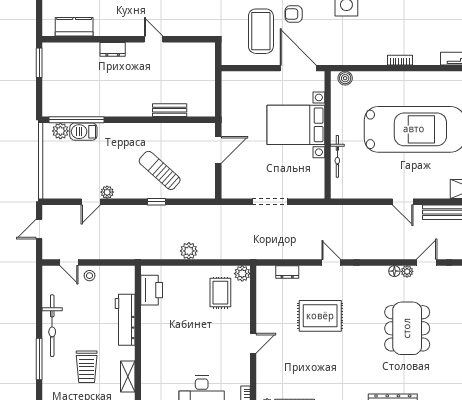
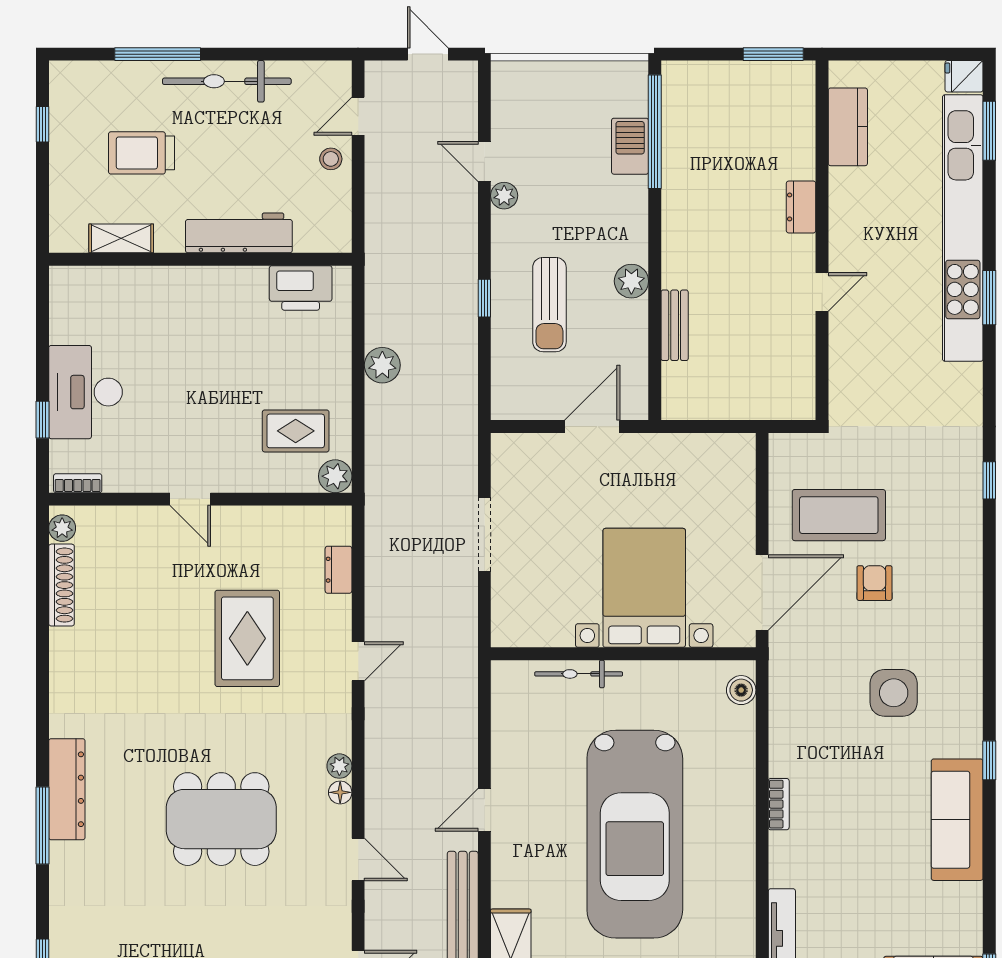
plant: (60, 131) -> (631, 281), moved
door: (218, 150) -> (592, 427), swing flipped
sun lounger: (160, 170) -> (549, 305), turned 138
plant: (407, 271) -> (339, 766), moved

